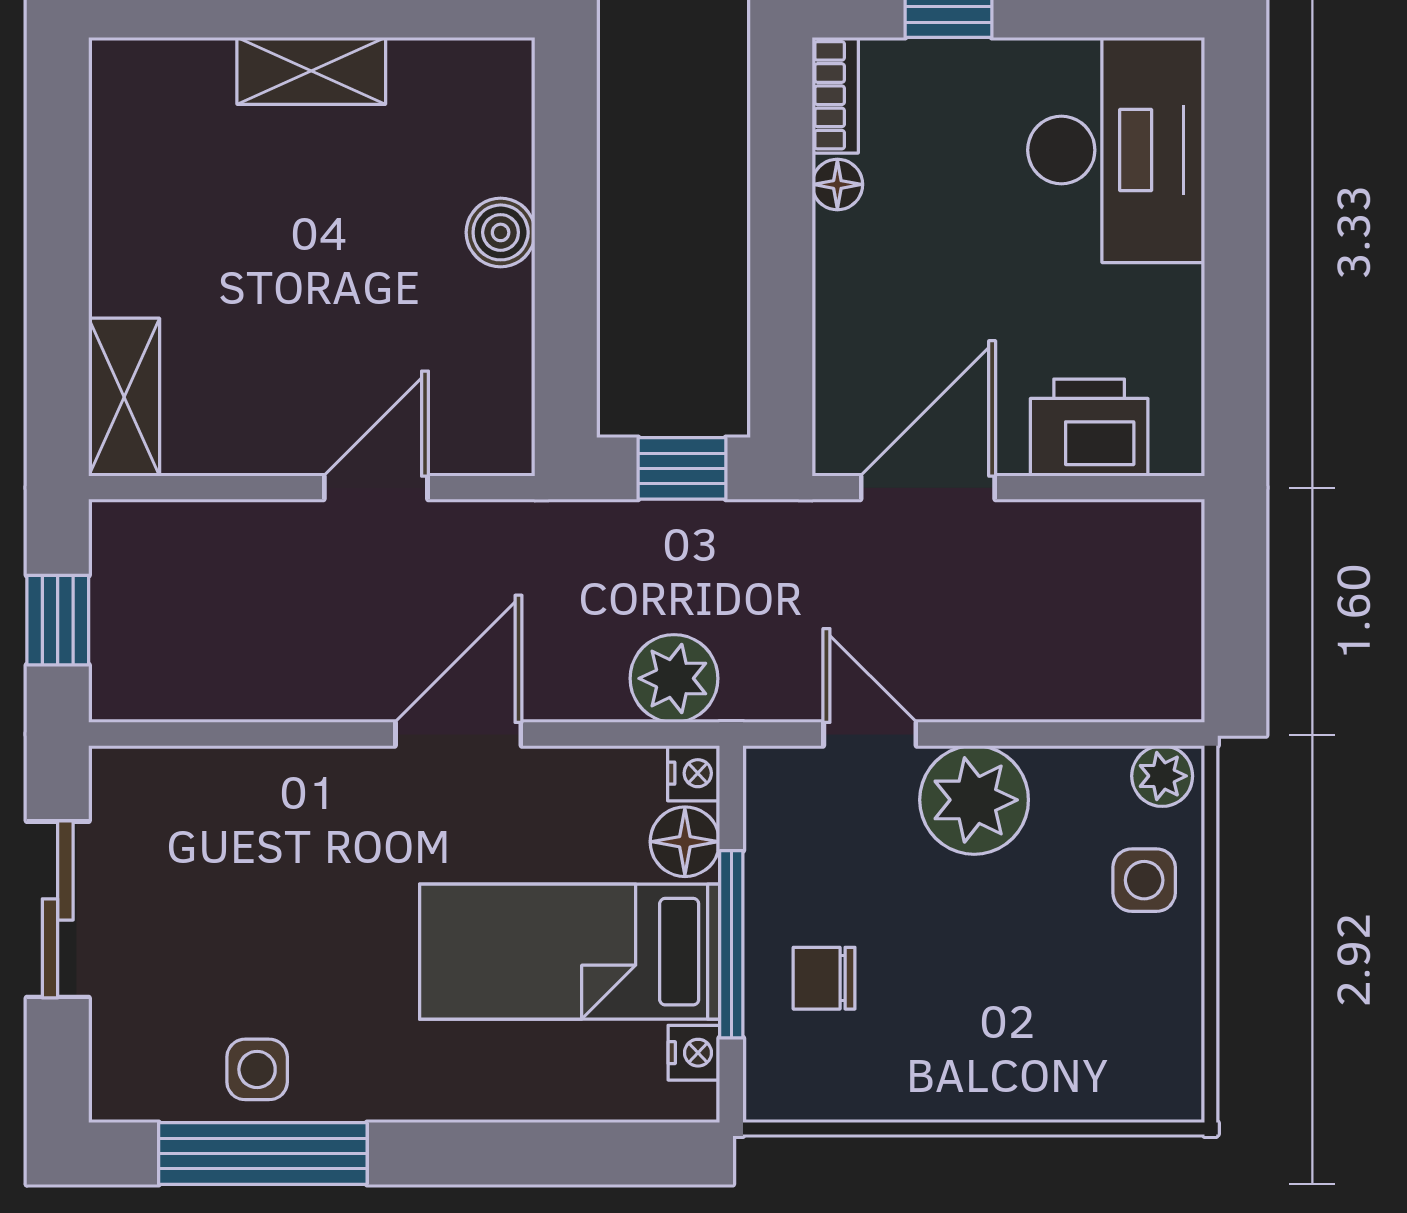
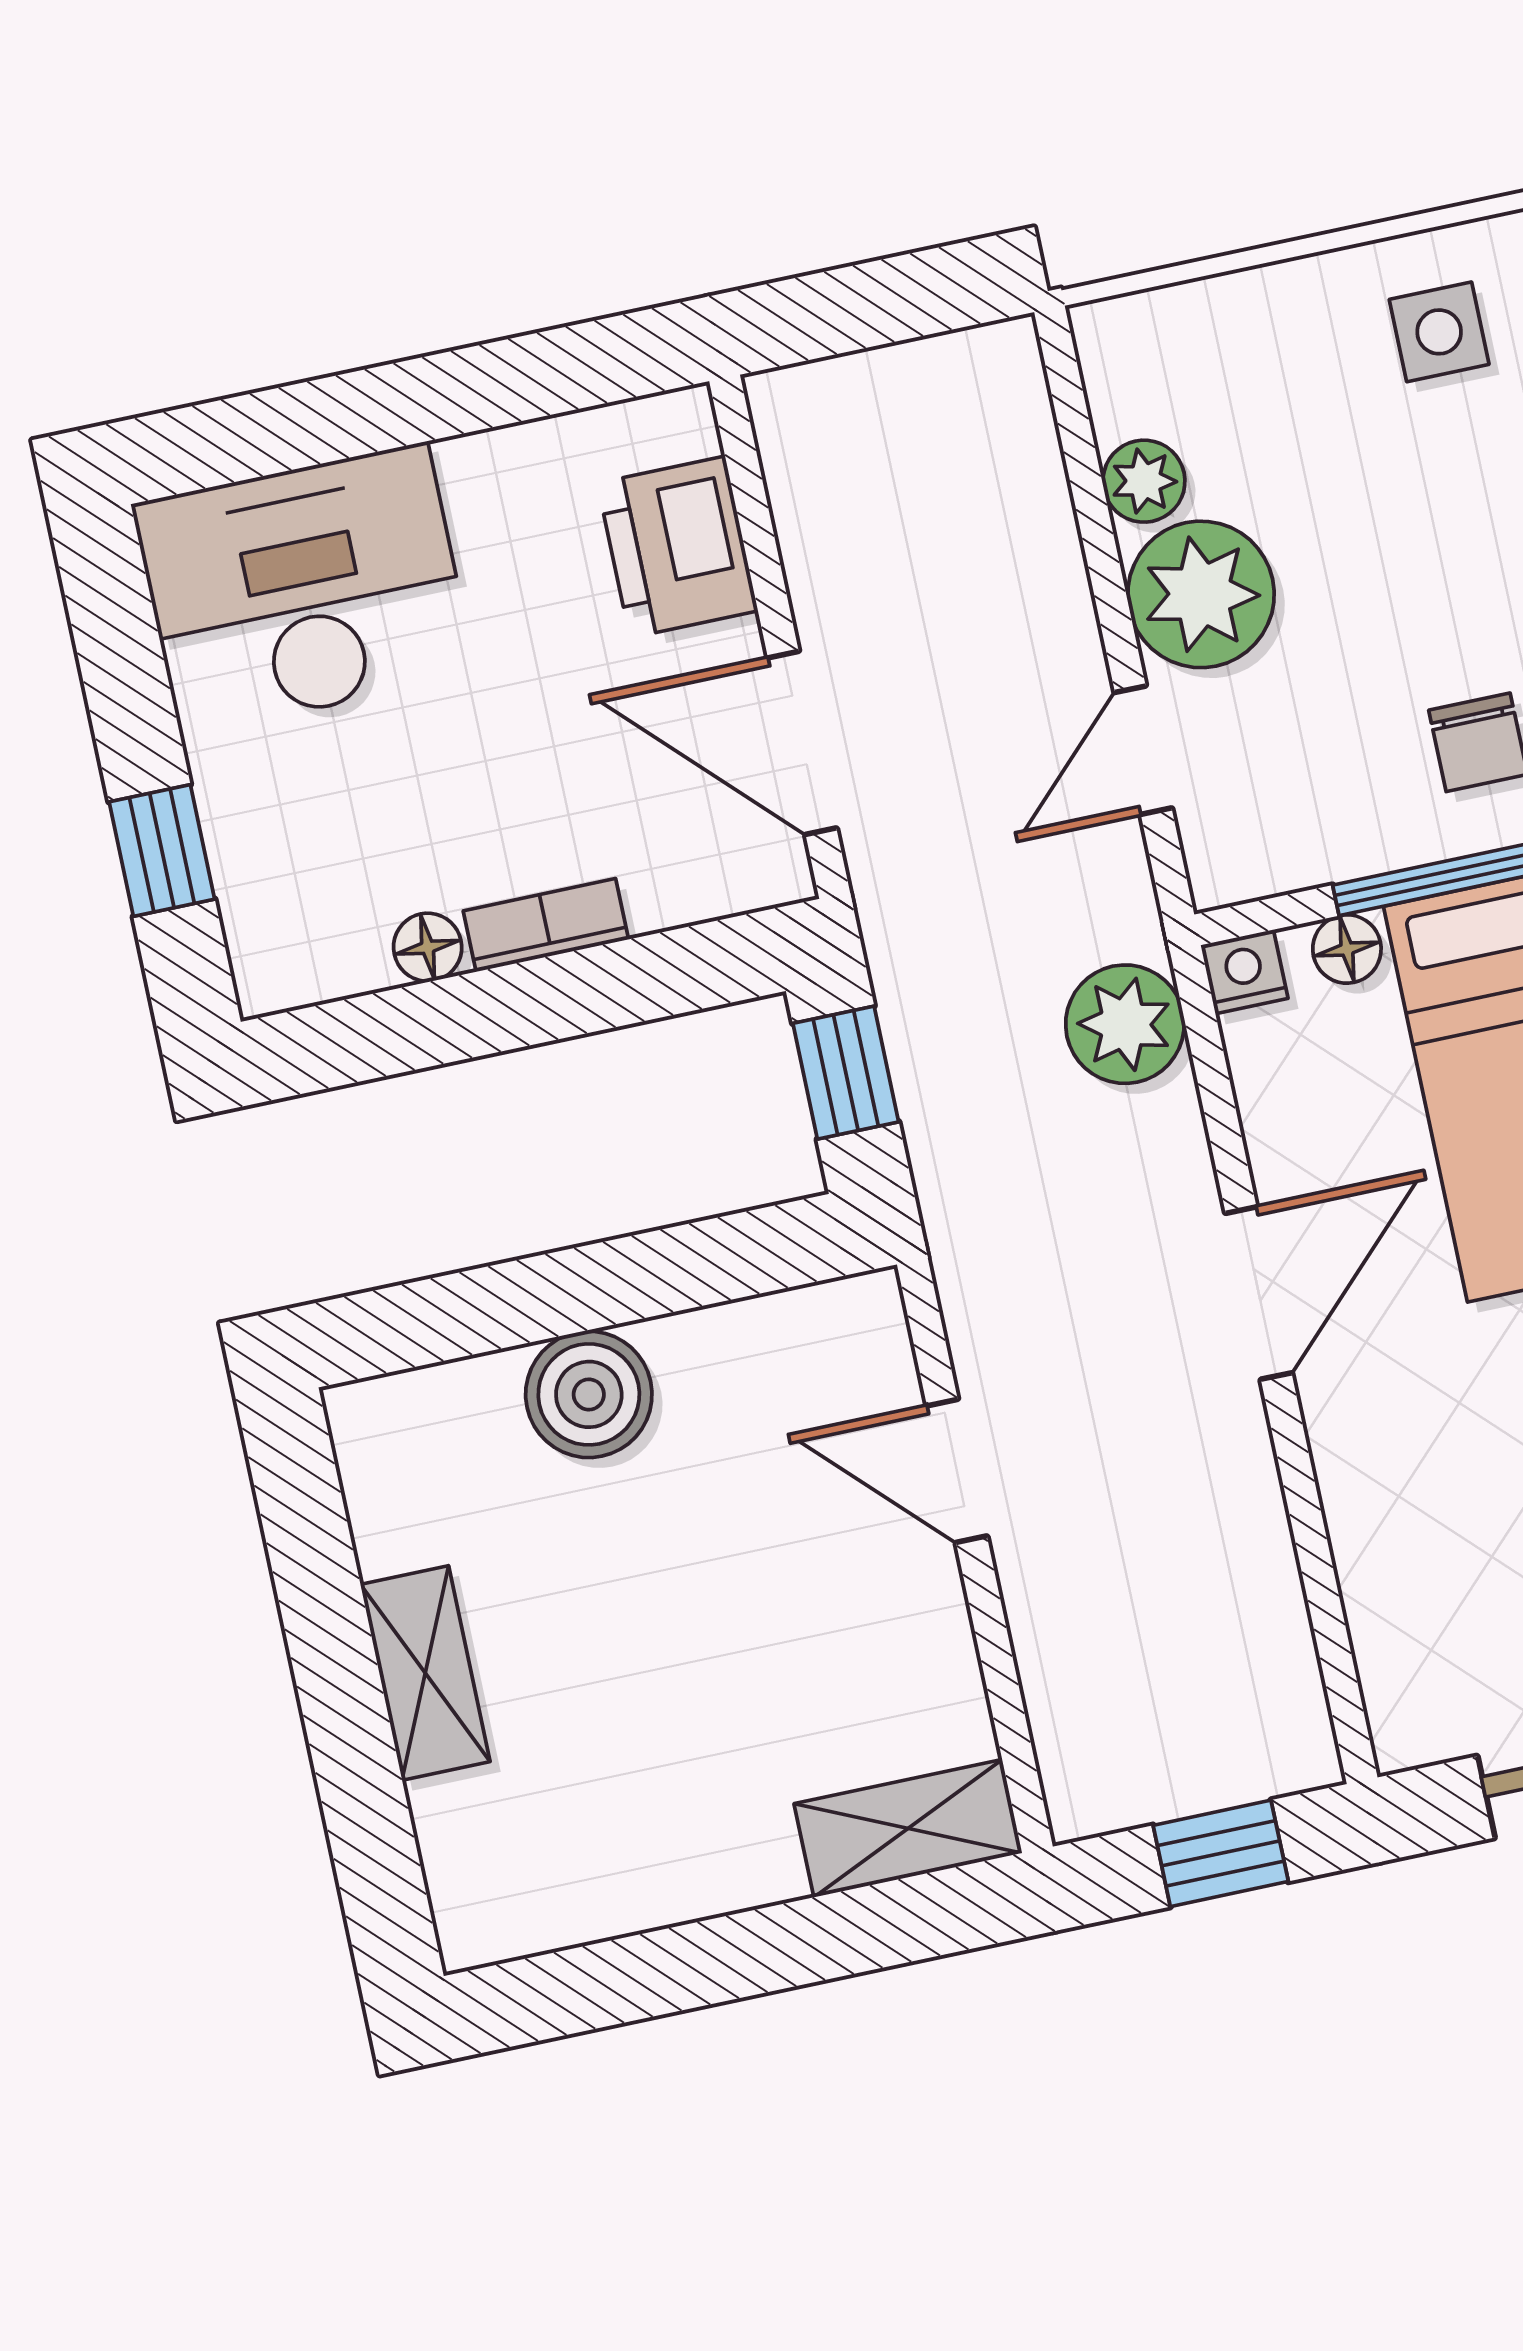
bookcase: (835, 95) -> (546, 925), moved
boiler: (501, 232) -> (589, 1394), width x1.36, depth x1.36
door: (458, 734) -> (1259, 1293), swing flipped
plant: (1162, 776) -> (1144, 481), moved
floor lamp: (685, 842) -> (1347, 949), width x0.73, depth x0.73
side table: (1144, 880) -> (1439, 332), moved

